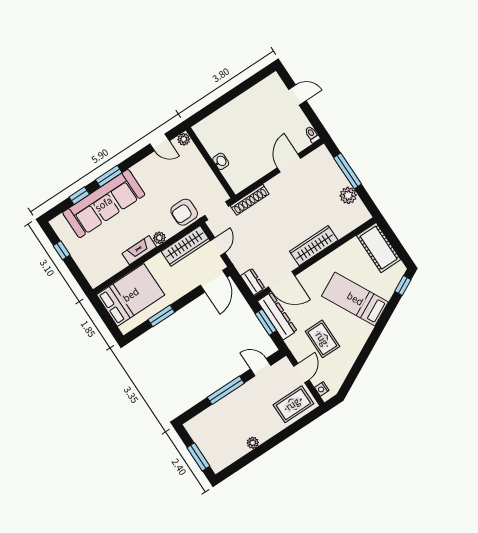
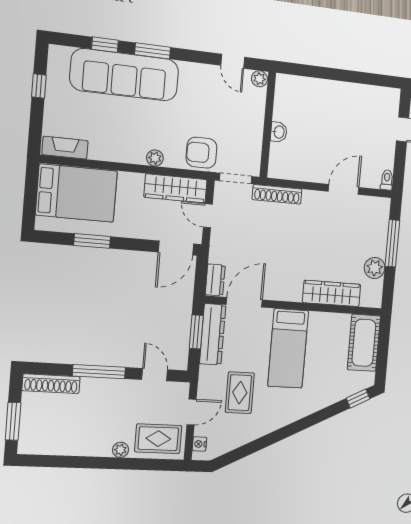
wardrobe: (314, 246) -> (332, 293), moved
door: (218, 247) -> (208, 216), swing flipped
fireplace: (139, 250) -> (65, 148), moved
door: (281, 281) -> (244, 302), swing flipped
bed: (355, 299) -> (288, 348), moved, turned -153
shoe rack: (203, 418) -> (51, 384), added
plant: (253, 443) -> (121, 450), moved

